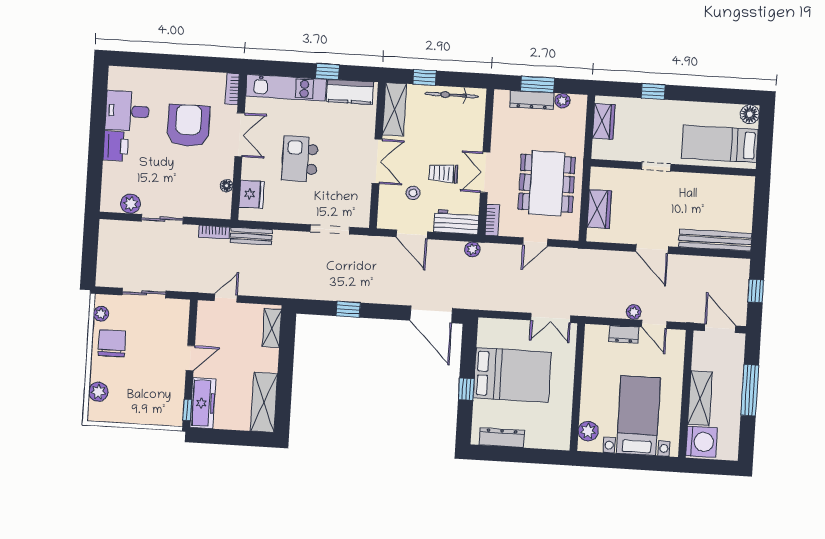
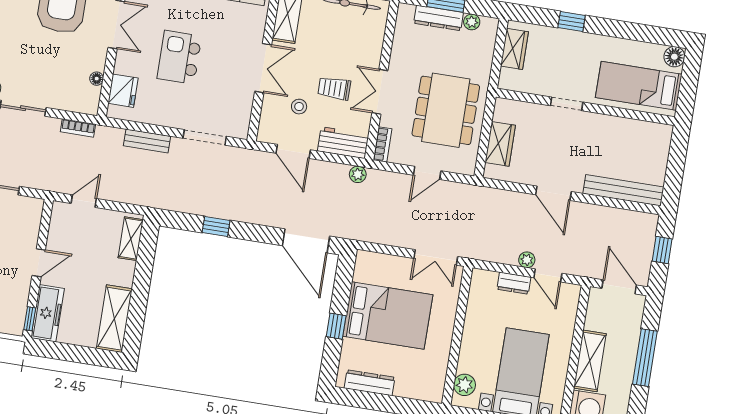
bench: (251, 236) -> (147, 141), moved

